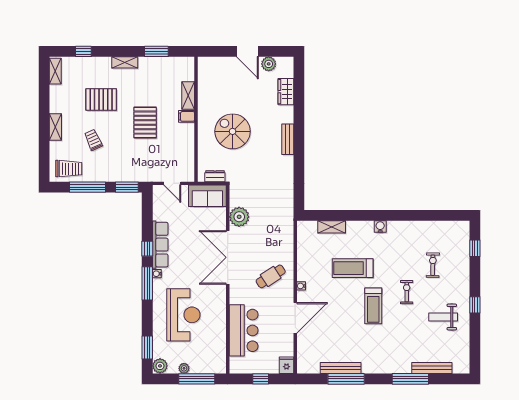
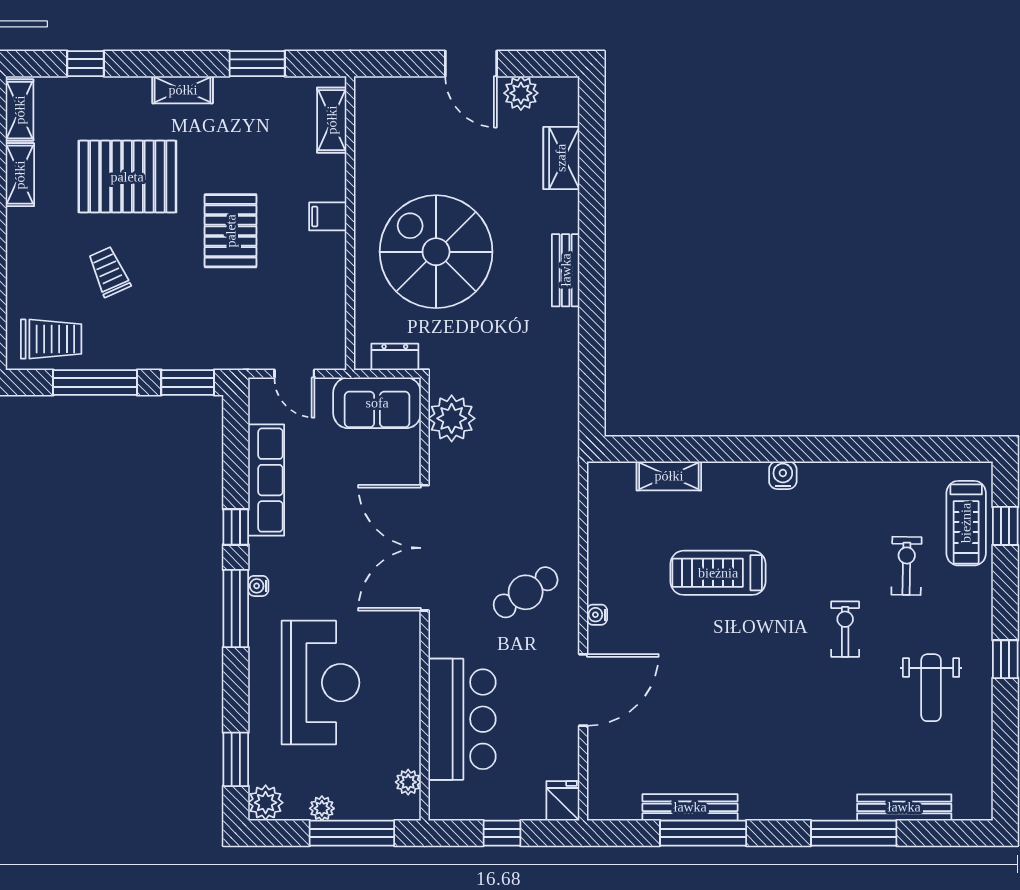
shelving: (188, 96) -> (332, 120), moved
pallet: (101, 99) -> (127, 177), width x1.37, depth x1.41
shelving: (55, 127) -> (20, 175), moved
spiral stairs: (233, 131) -> (436, 252), width x1.37, depth x1.37
plant: (239, 217) -> (452, 418), moved
row of seats: (160, 245) -> (266, 480), moved
treadmill: (373, 306) -> (966, 523), moved
weight bench: (443, 317) -> (931, 688), turned -90
plant: (221, 357) -> (408, 782), added

